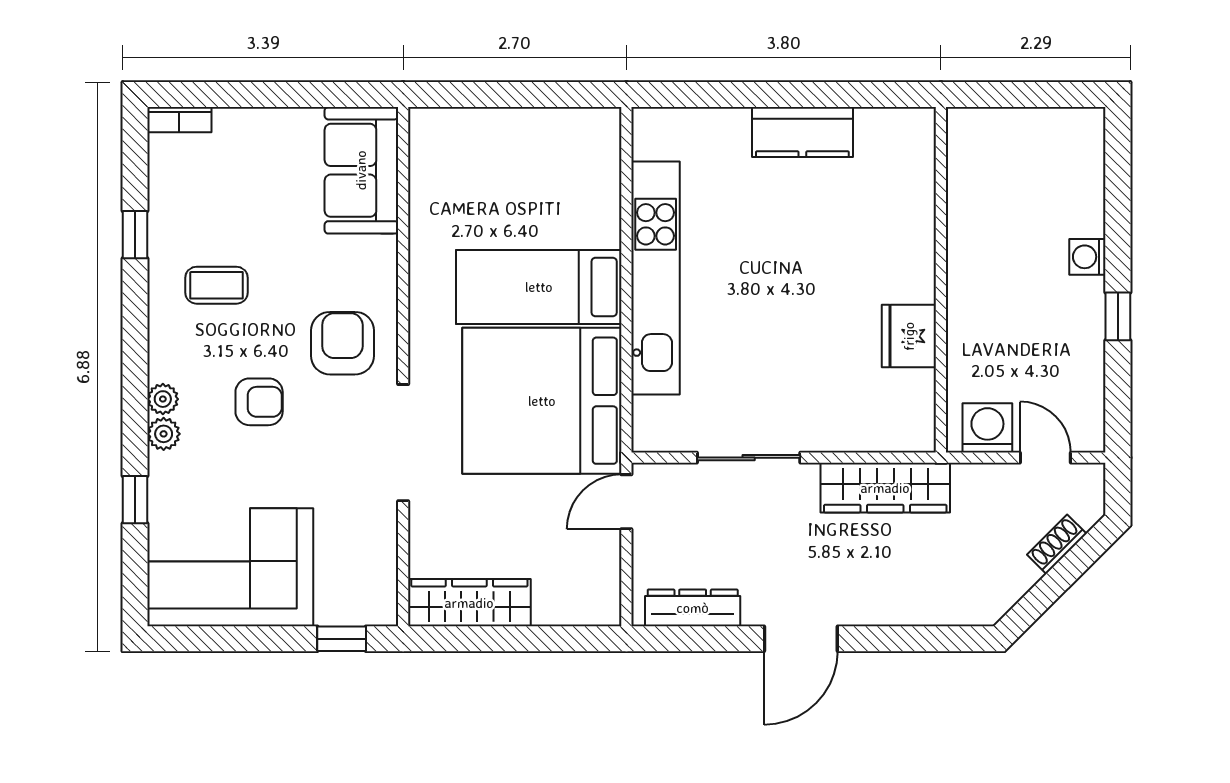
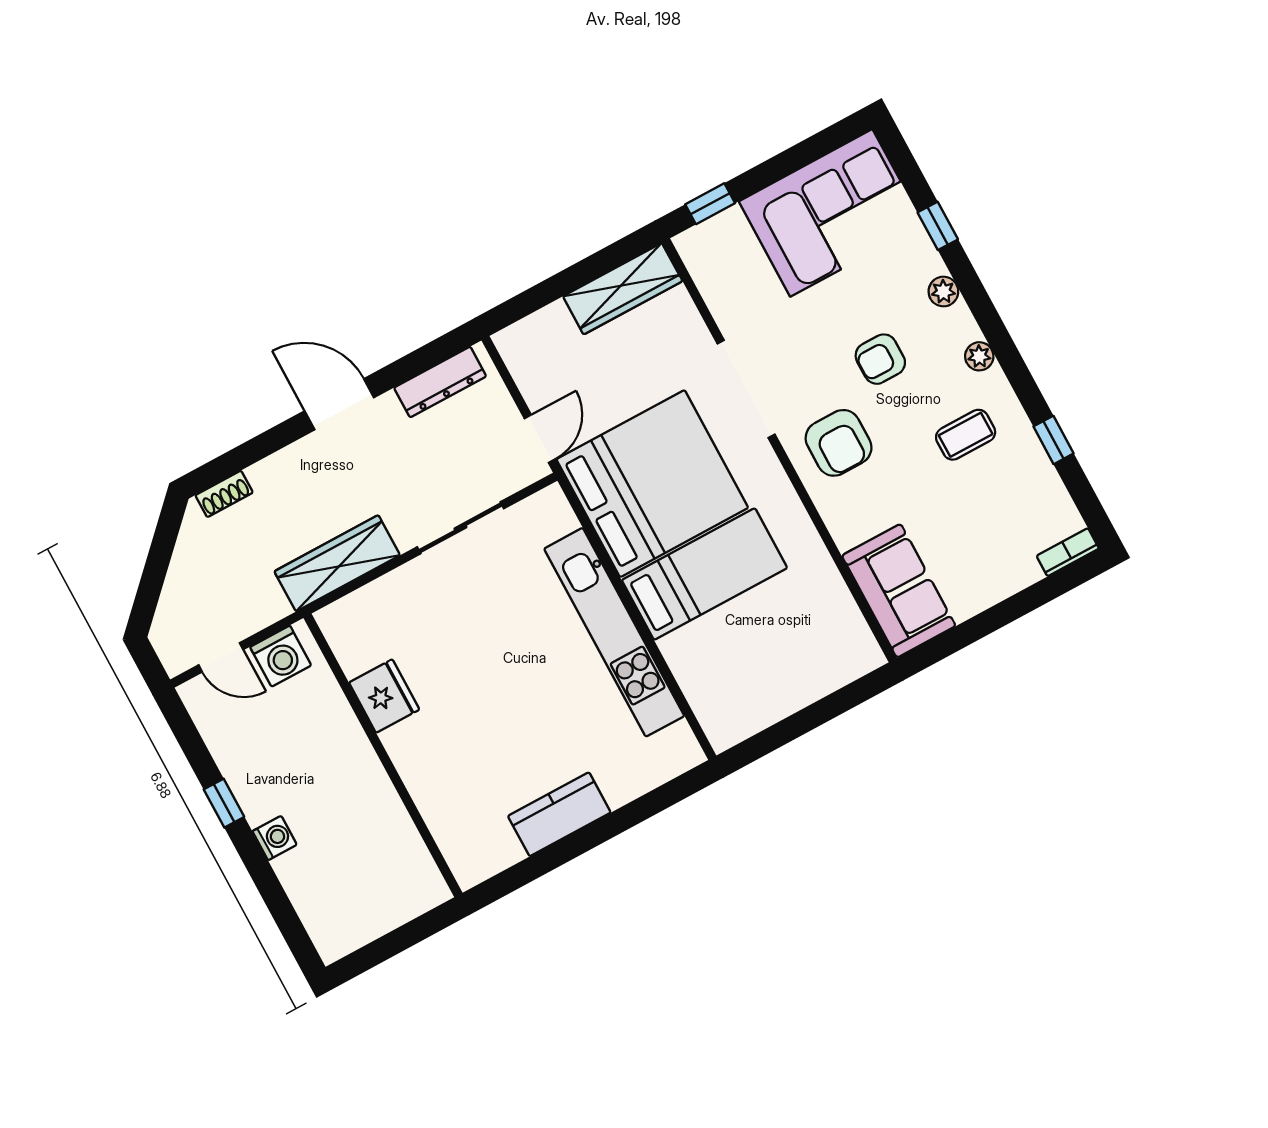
plant: (163, 399) -> (979, 356), moved
shoe rack: (1057, 544) -> (224, 494), moved, turned 45
door: (801, 639) -> (339, 404), hinge flipped

